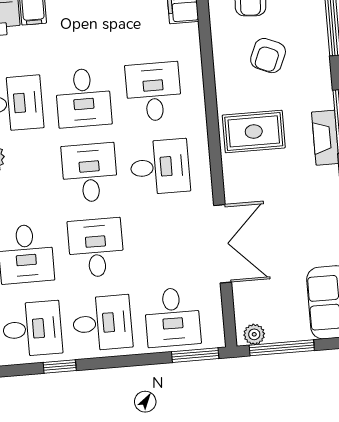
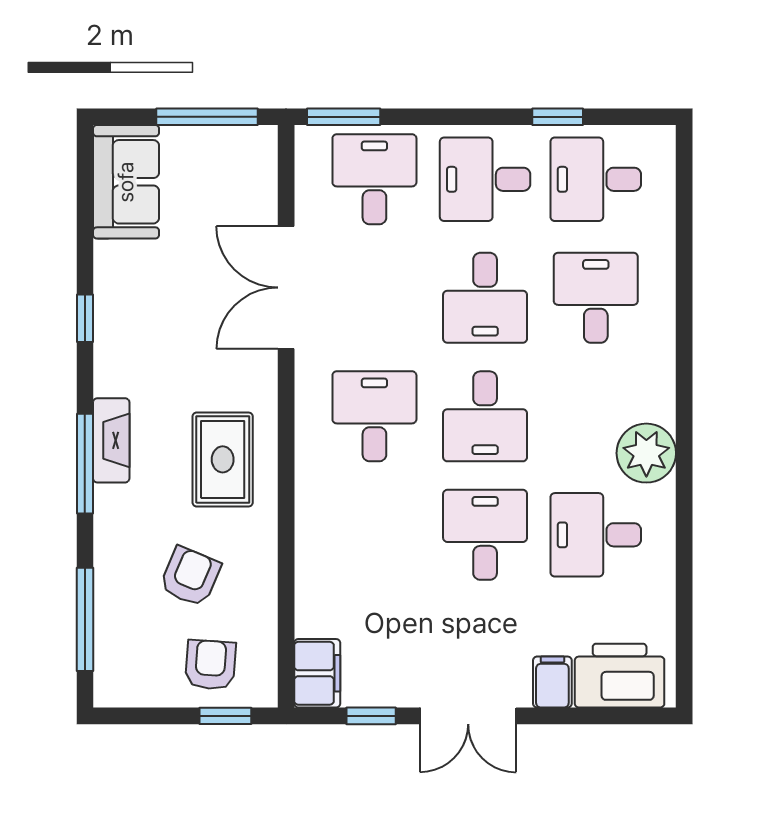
desk: (153, 92) -> (374, 535), removed
rug: (254, 131) -> (223, 459), turned 90
desk: (160, 167) -> (374, 416), turned 90
plant: (254, 334) -> (249, 141), removed

